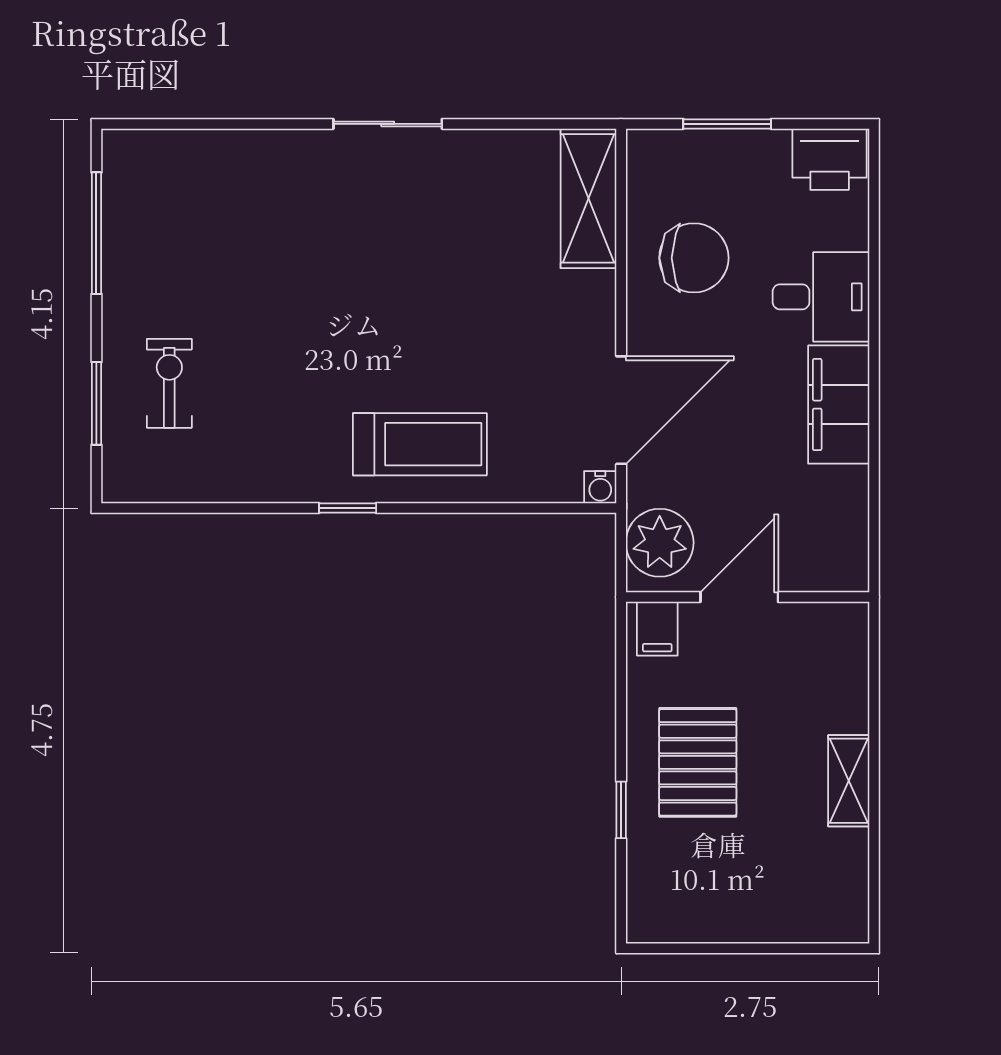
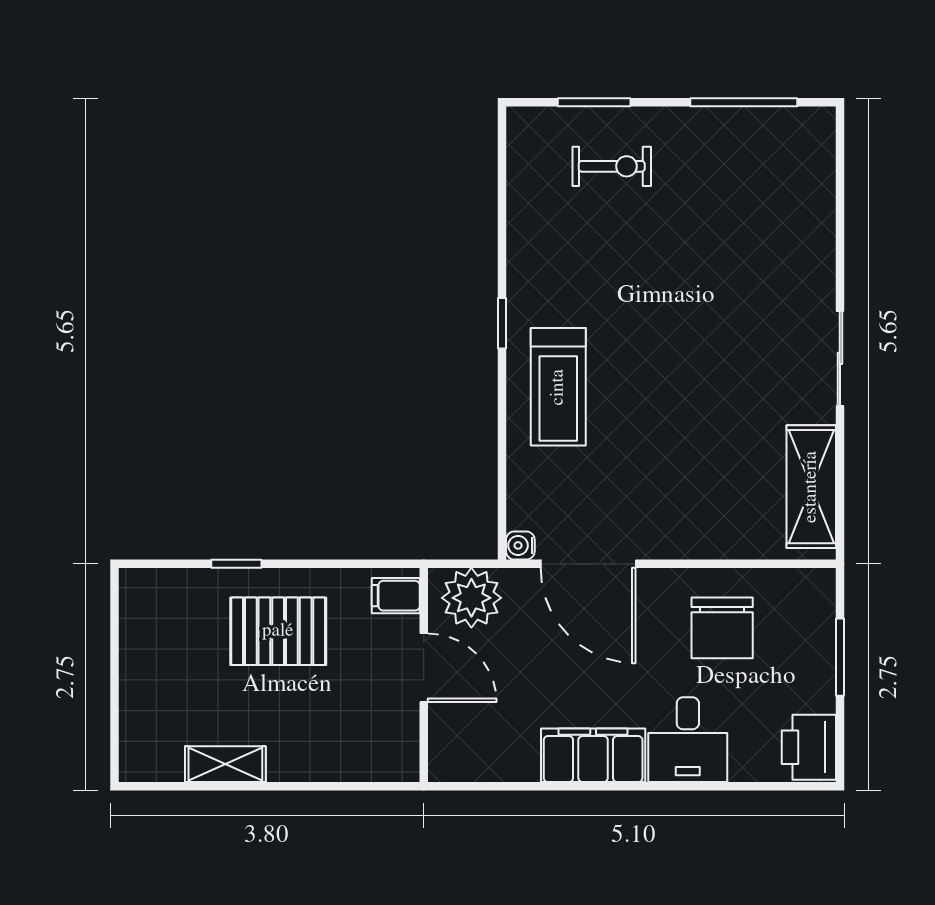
shelving: (588, 198) -> (811, 487), moved, turned 90
shelving: (849, 781) -> (225, 764), moved

